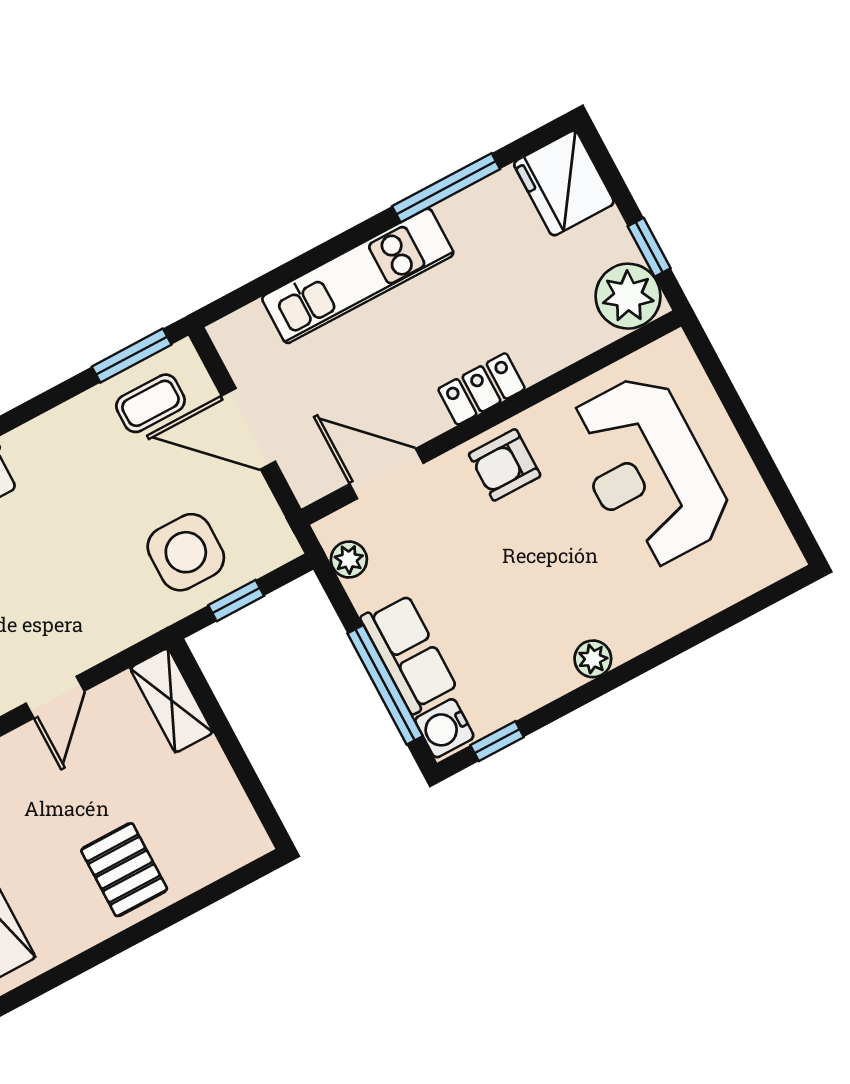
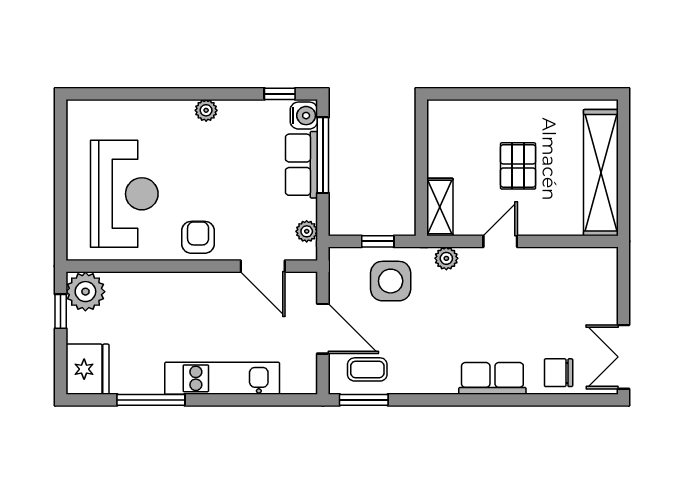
locker: (481, 389) -> (189, 284), removed
armchair: (505, 465) -> (198, 237), turned -90
plant: (121, 630) -> (446, 258), added
pallet: (124, 870) -> (518, 166), moved

